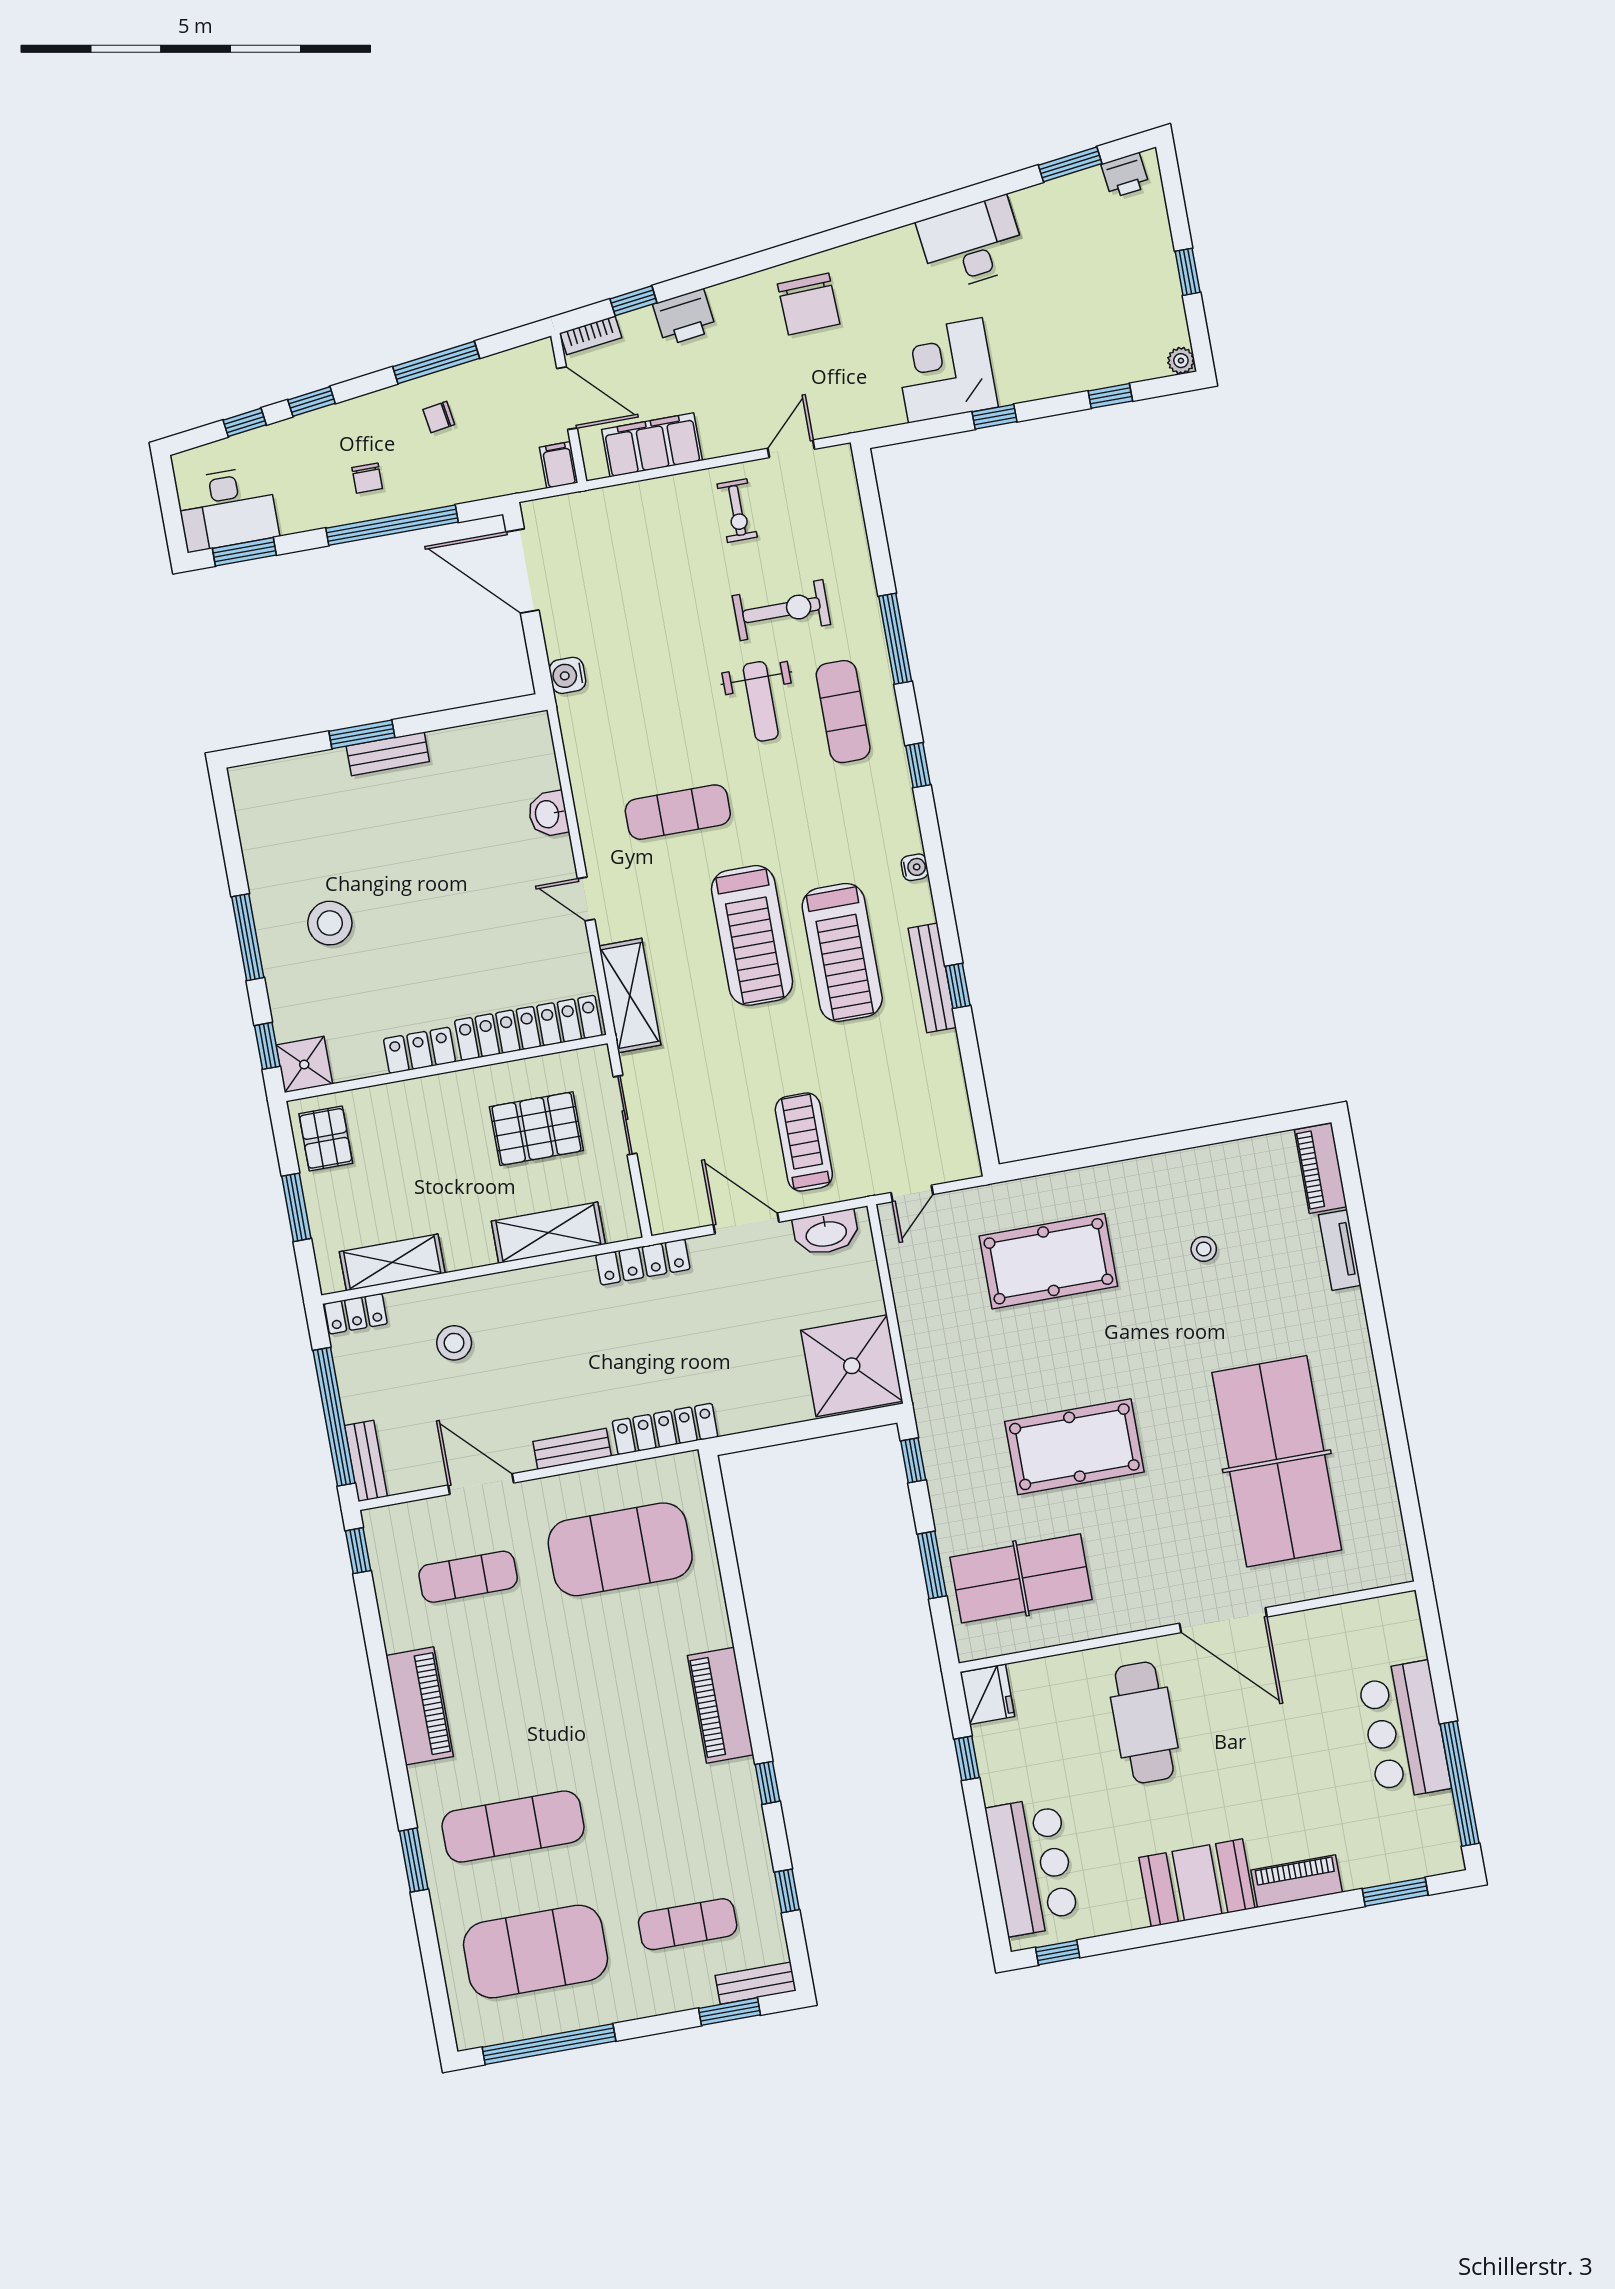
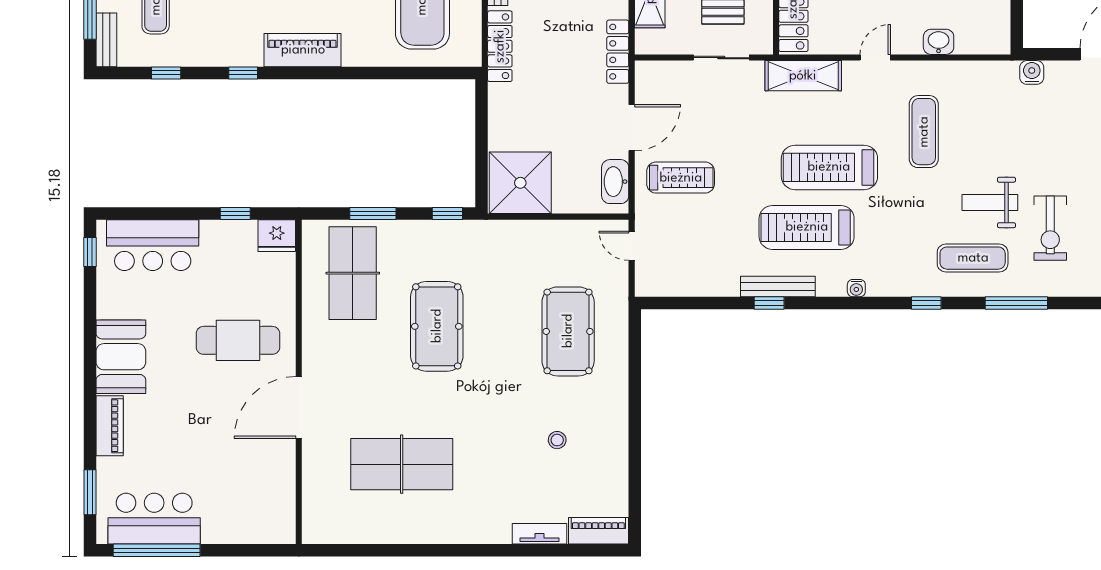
table tennis table: (1277, 1461) -> (402, 464), width x0.73, depth x0.76
bar counter: (1404, 1730) -> (154, 519), moved

